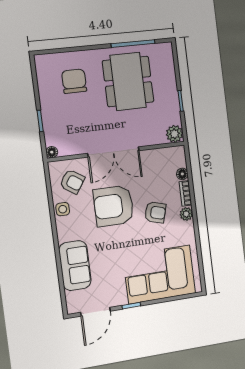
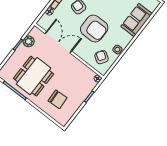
chair: (74, 81) -> (58, 99), turned -93
plant: (175, 134) -> (29, 41), moved
double door: (113, 152) -> (58, 42), moved

